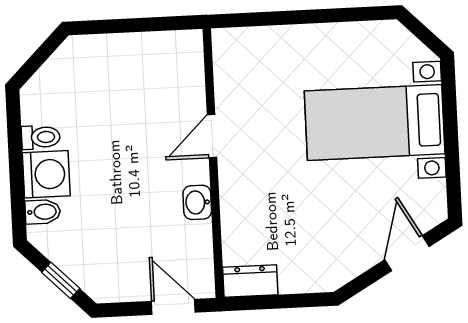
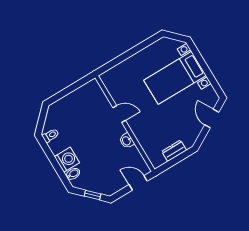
door: (212, 136) -> (119, 114), swing flipped
toilet: (41, 137) -> (51, 135), moved
dresser: (250, 281) -> (174, 151), moved

